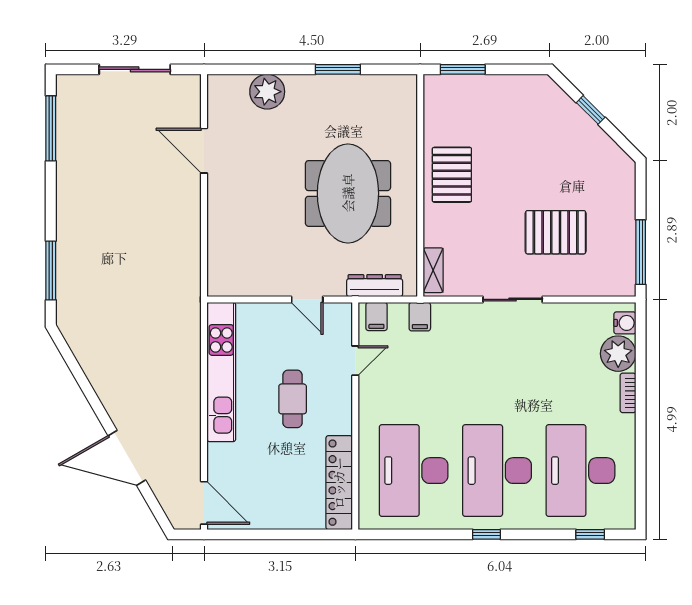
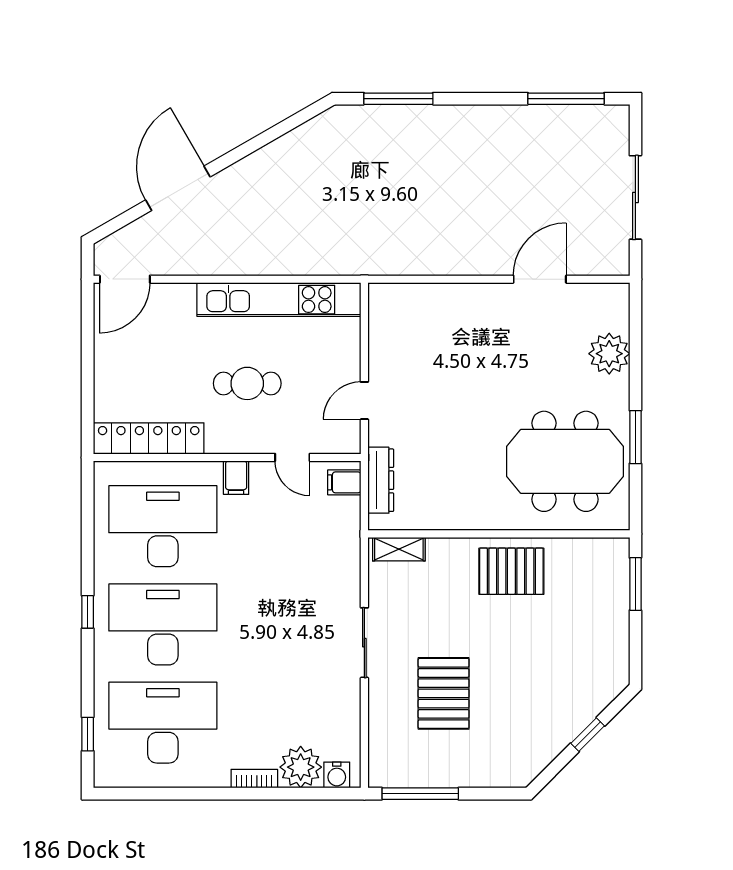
meeting table: (348, 193) -> (565, 461), moved
filing cabinet: (420, 317) -> (236, 478), moved, turned -90

